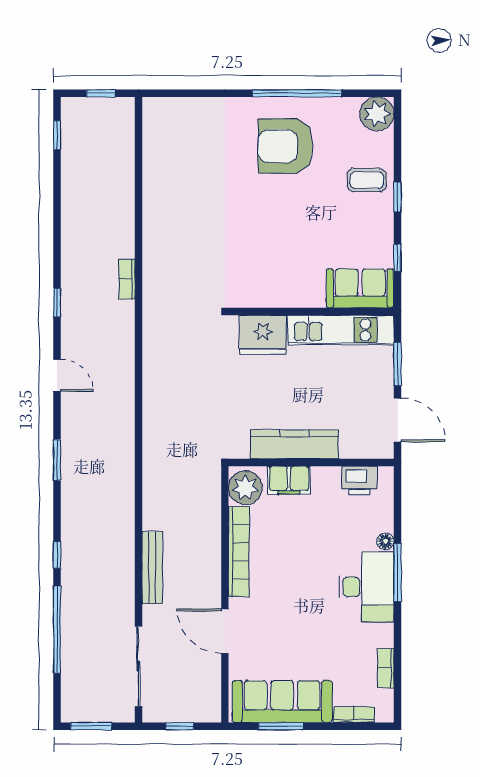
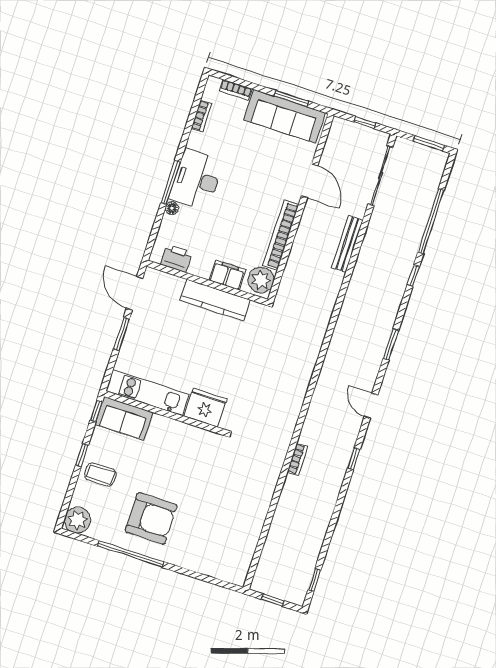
sofa: (360, 288) -> (124, 418), moved
wall: (311, 311) -> (165, 413), moved
kitchen unit: (341, 330) -> (148, 393), moved
fridge: (263, 335) -> (205, 408), moved

